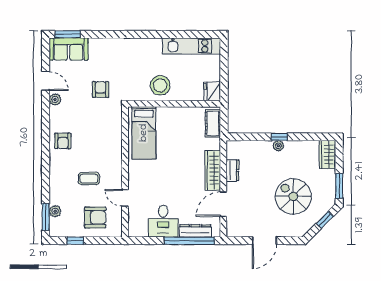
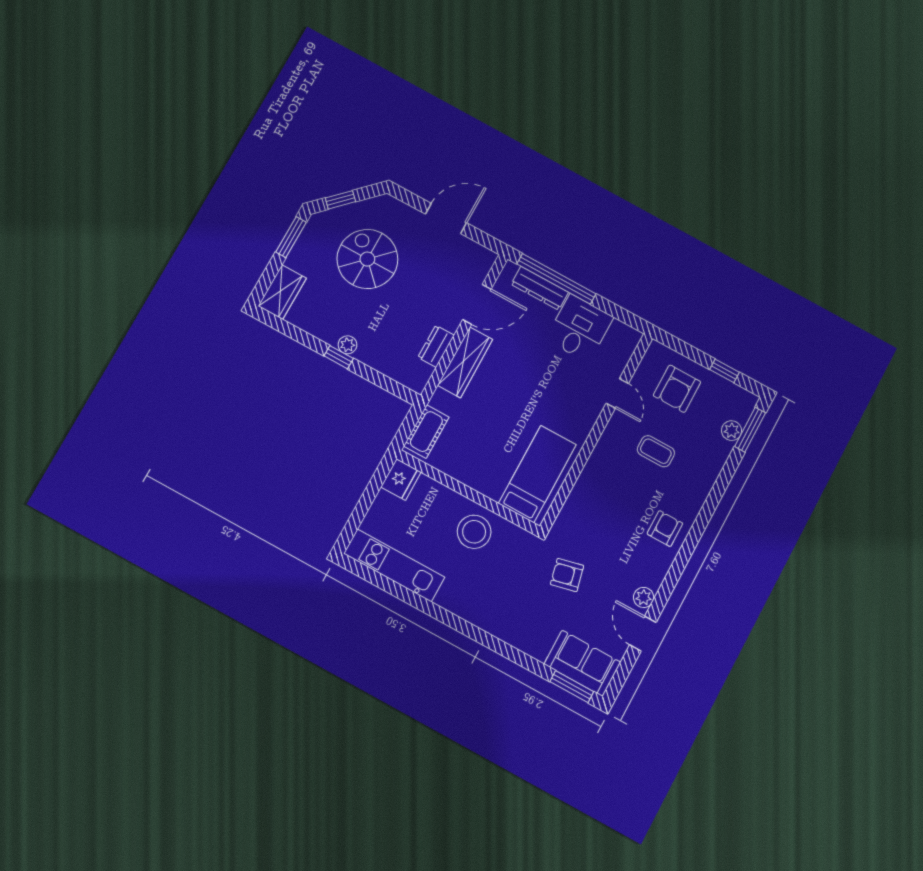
armchair: (101, 89) -> (567, 575), turned 77
spiral stairs: (293, 196) -> (367, 259), turned 180
armchair: (95, 217) -> (677, 389), turned -90

